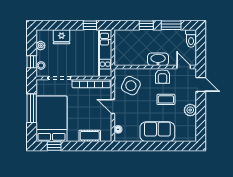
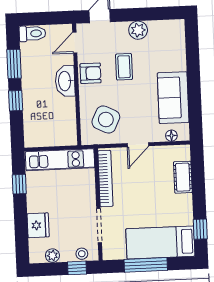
bed: (51, 119) -> (160, 242), width x0.67
sofa: (157, 132) -> (173, 98), moved

